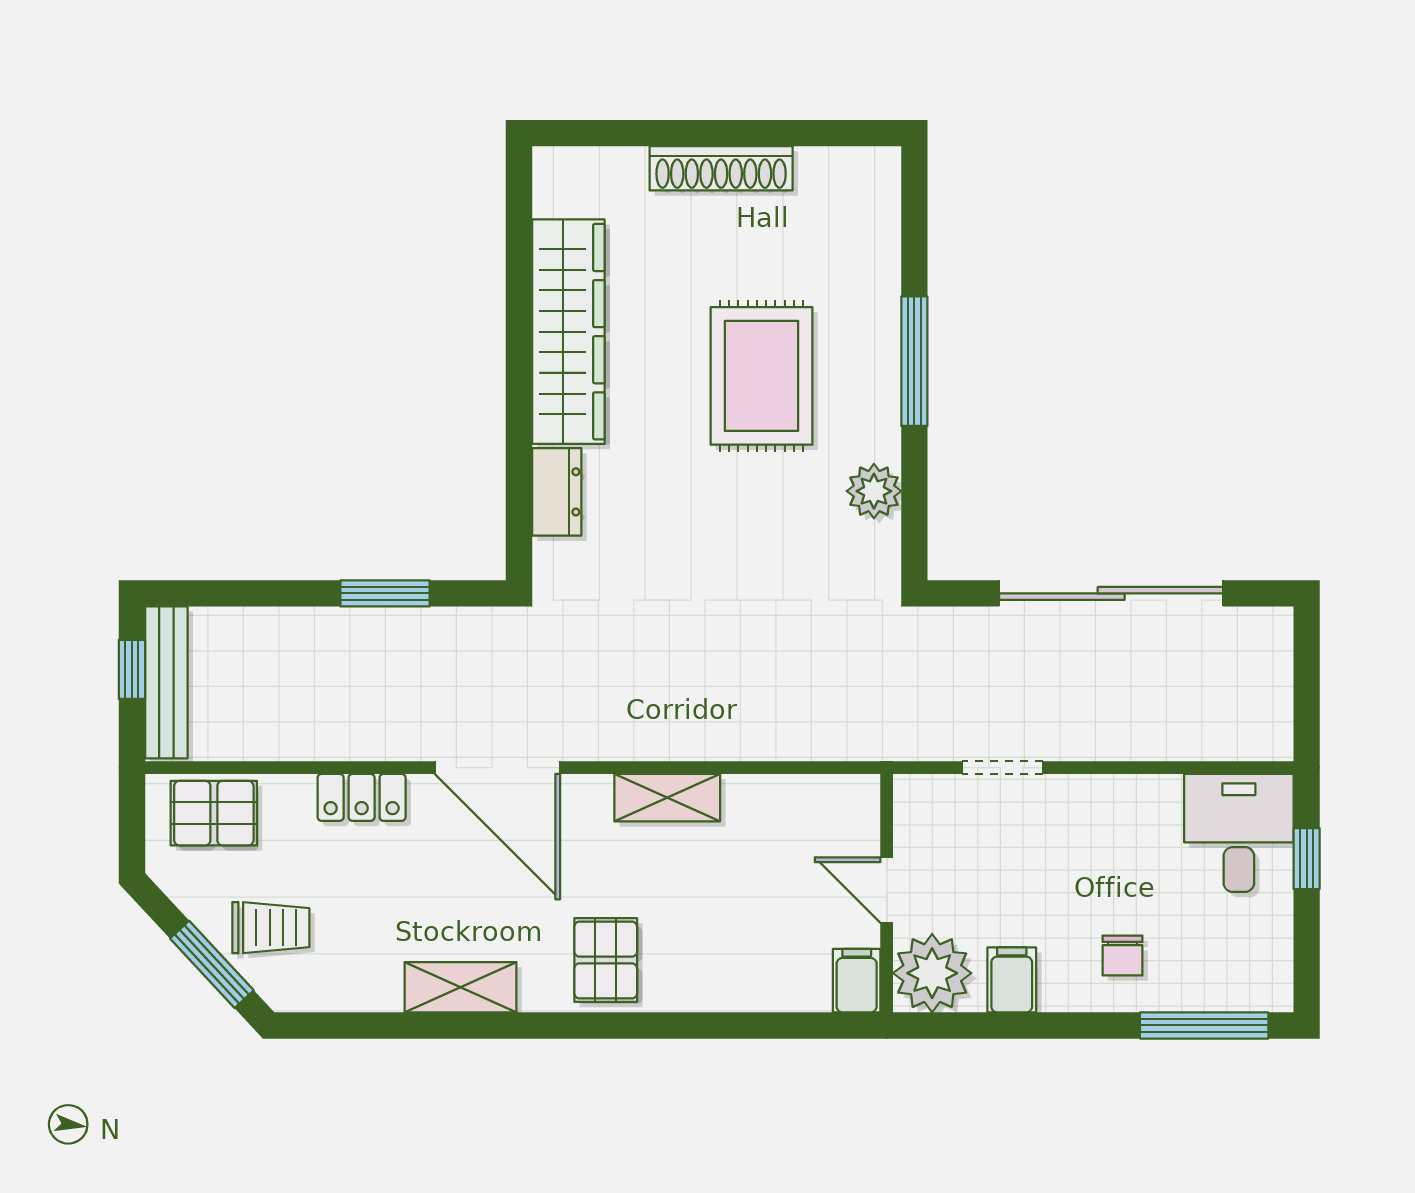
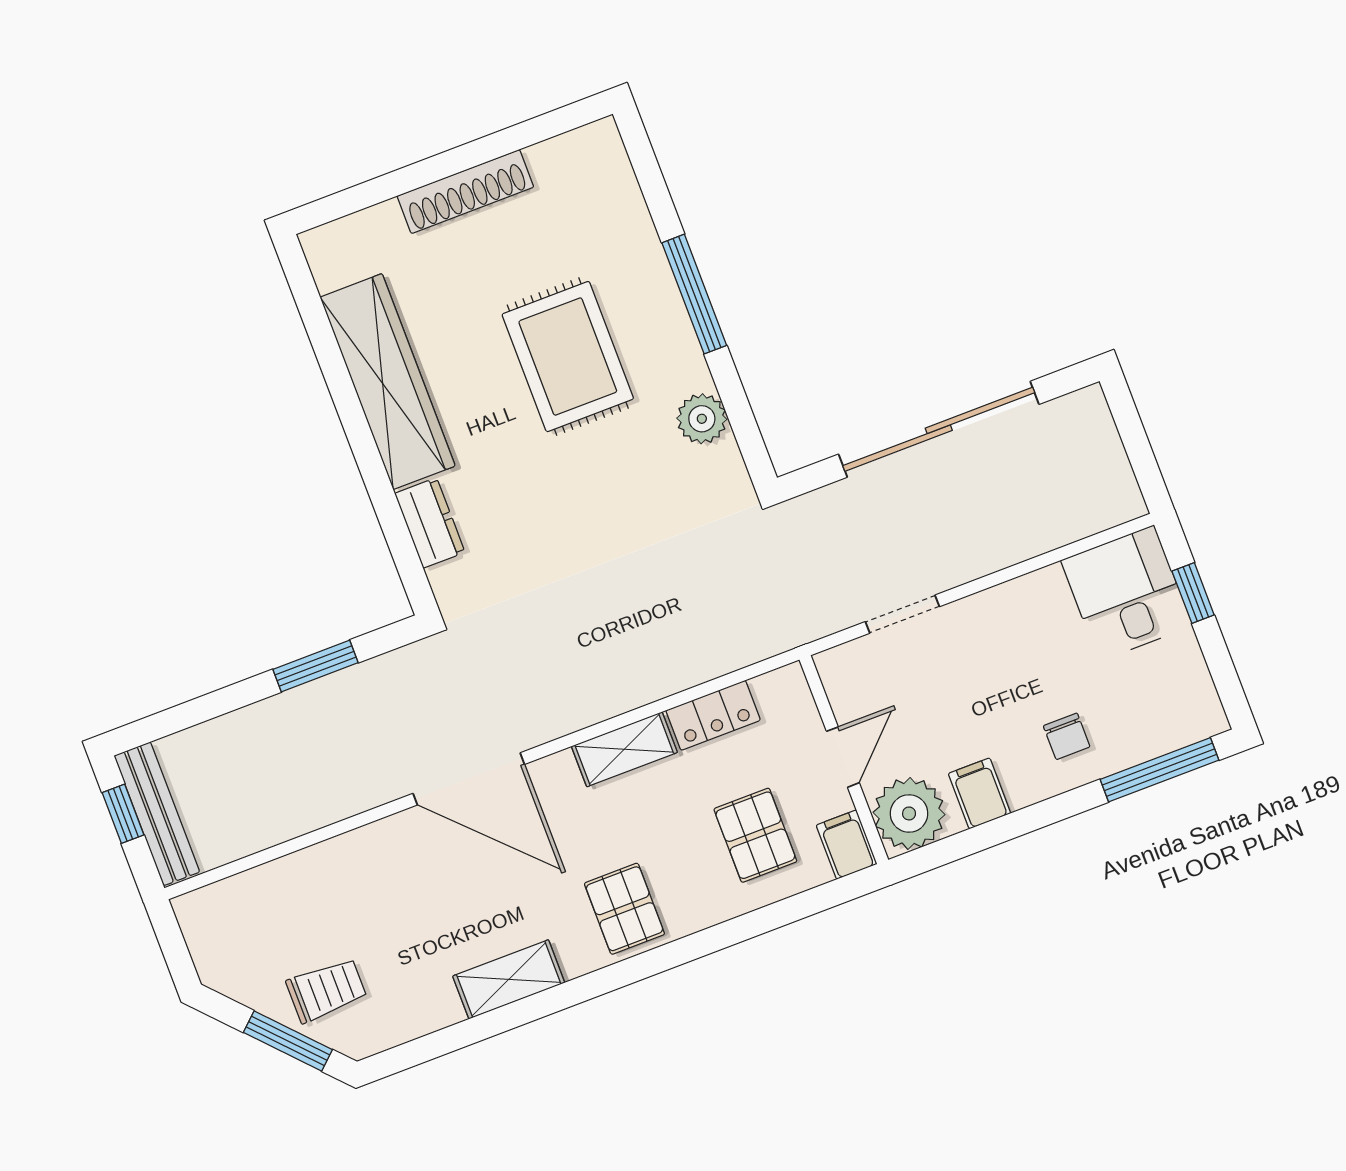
locker: (362, 797) -> (713, 715), moved
pallet: (214, 813) -> (755, 835), moved, turned 90
door: (887, 890) -> (843, 757), swing flipped

